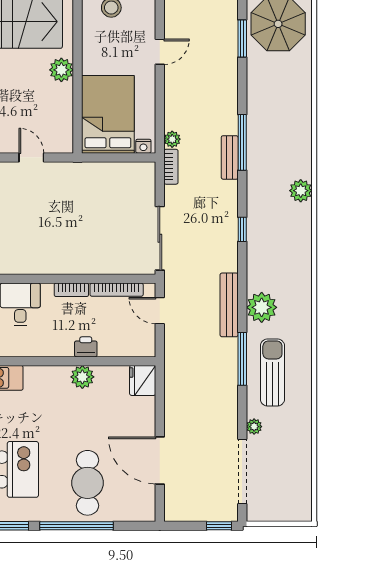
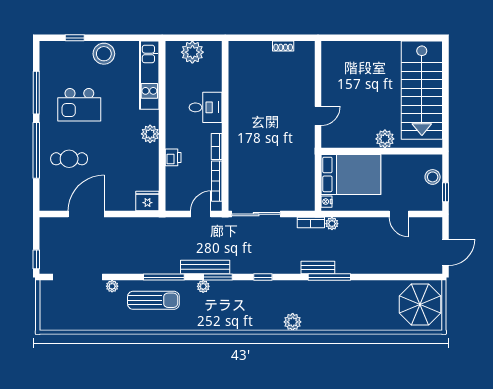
window: (242, 39) -> (218, 277), moved
plant: (262, 307) -> (203, 286), width x0.53, depth x0.53
plant: (82, 377) -> (150, 134), moved
cafe table: (87, 483) -> (69, 159), width x0.73, depth x0.74

